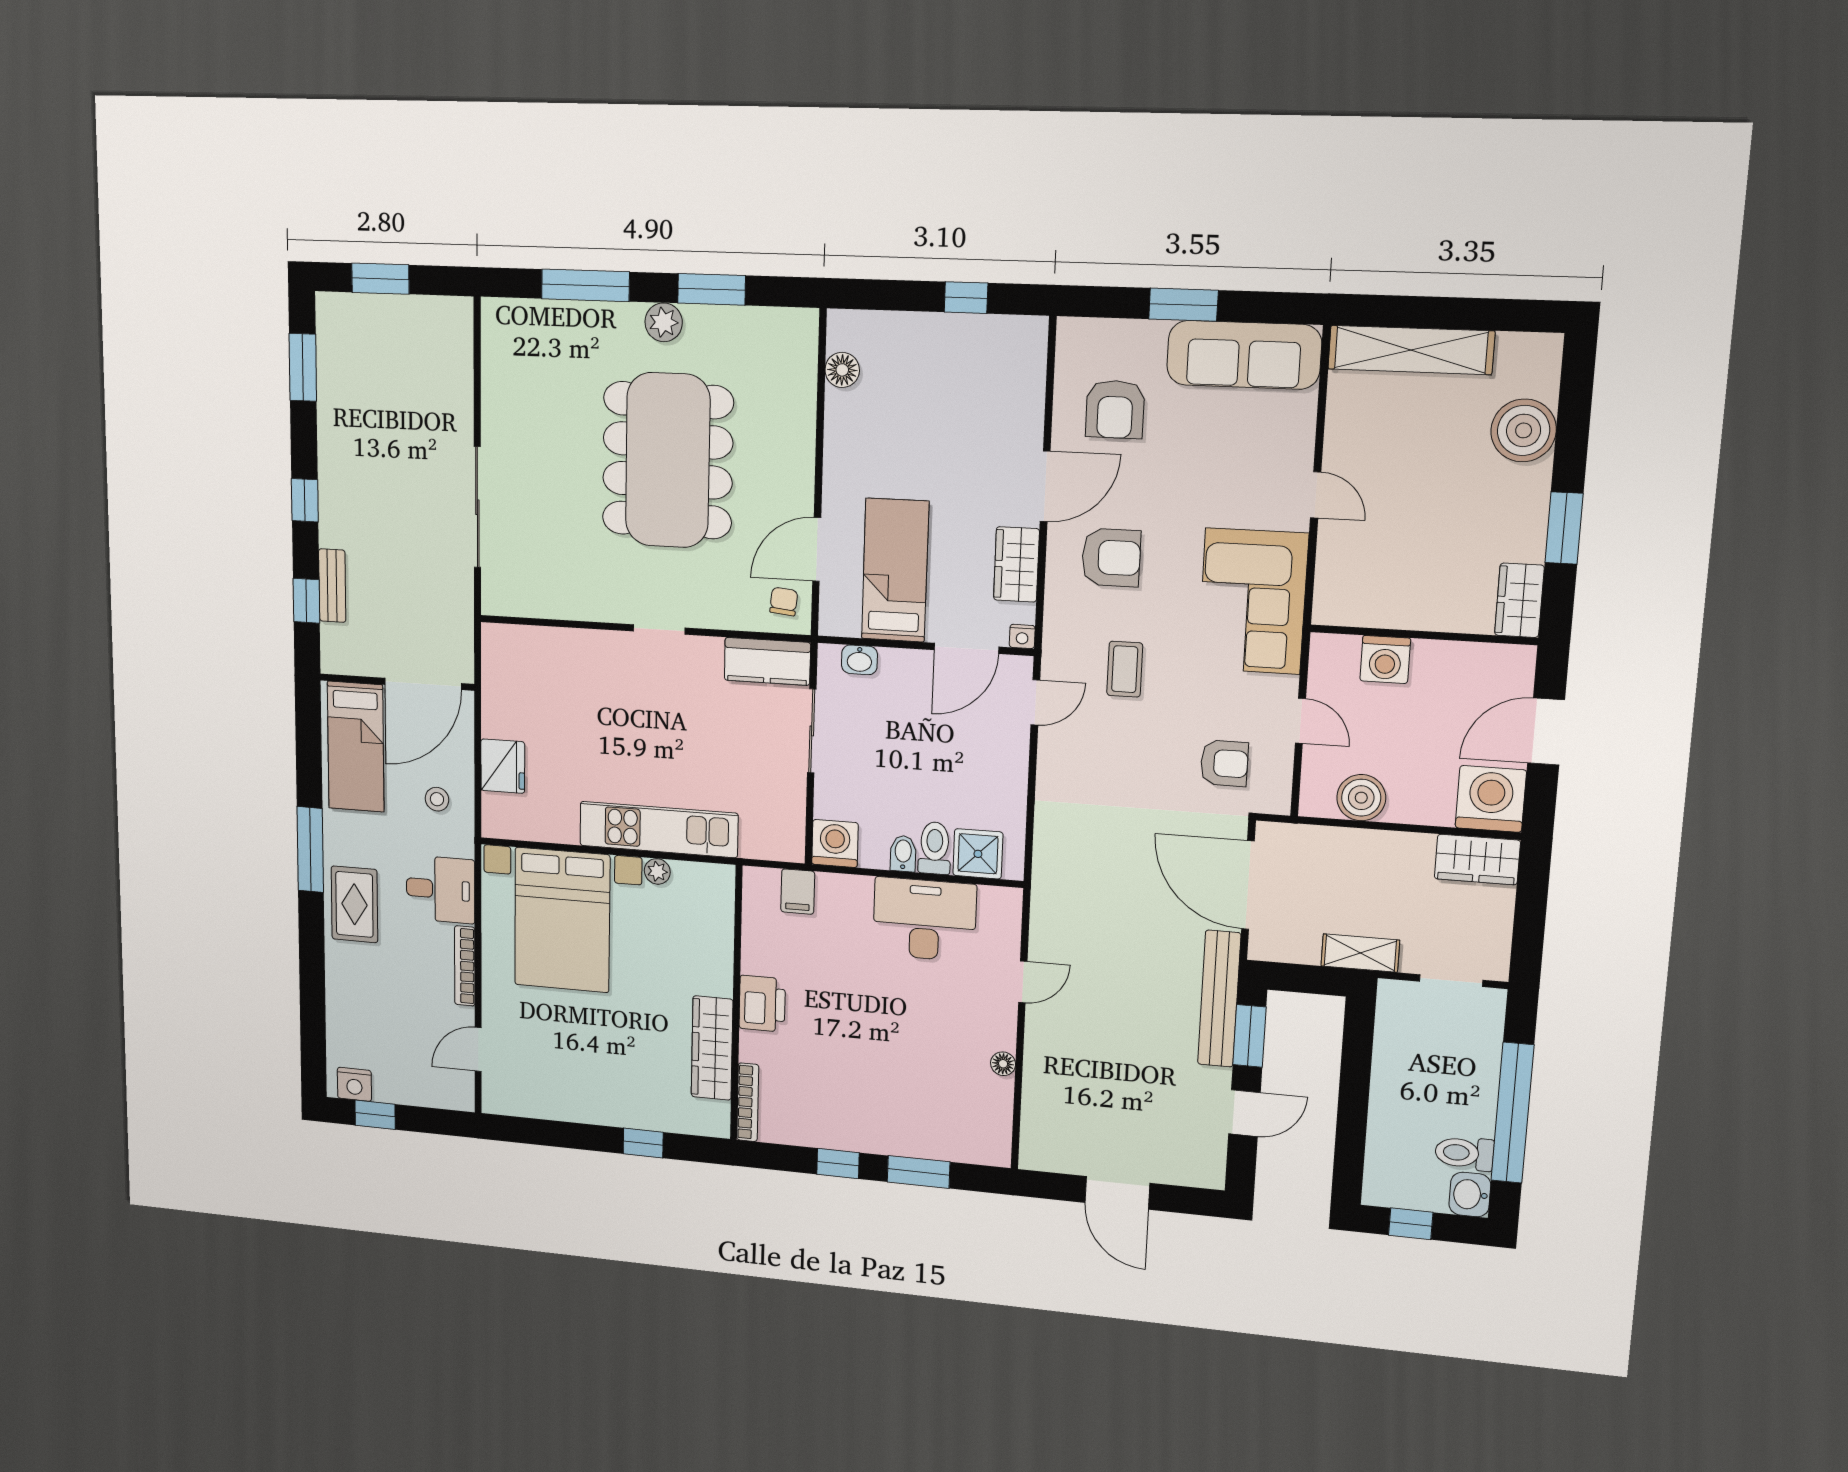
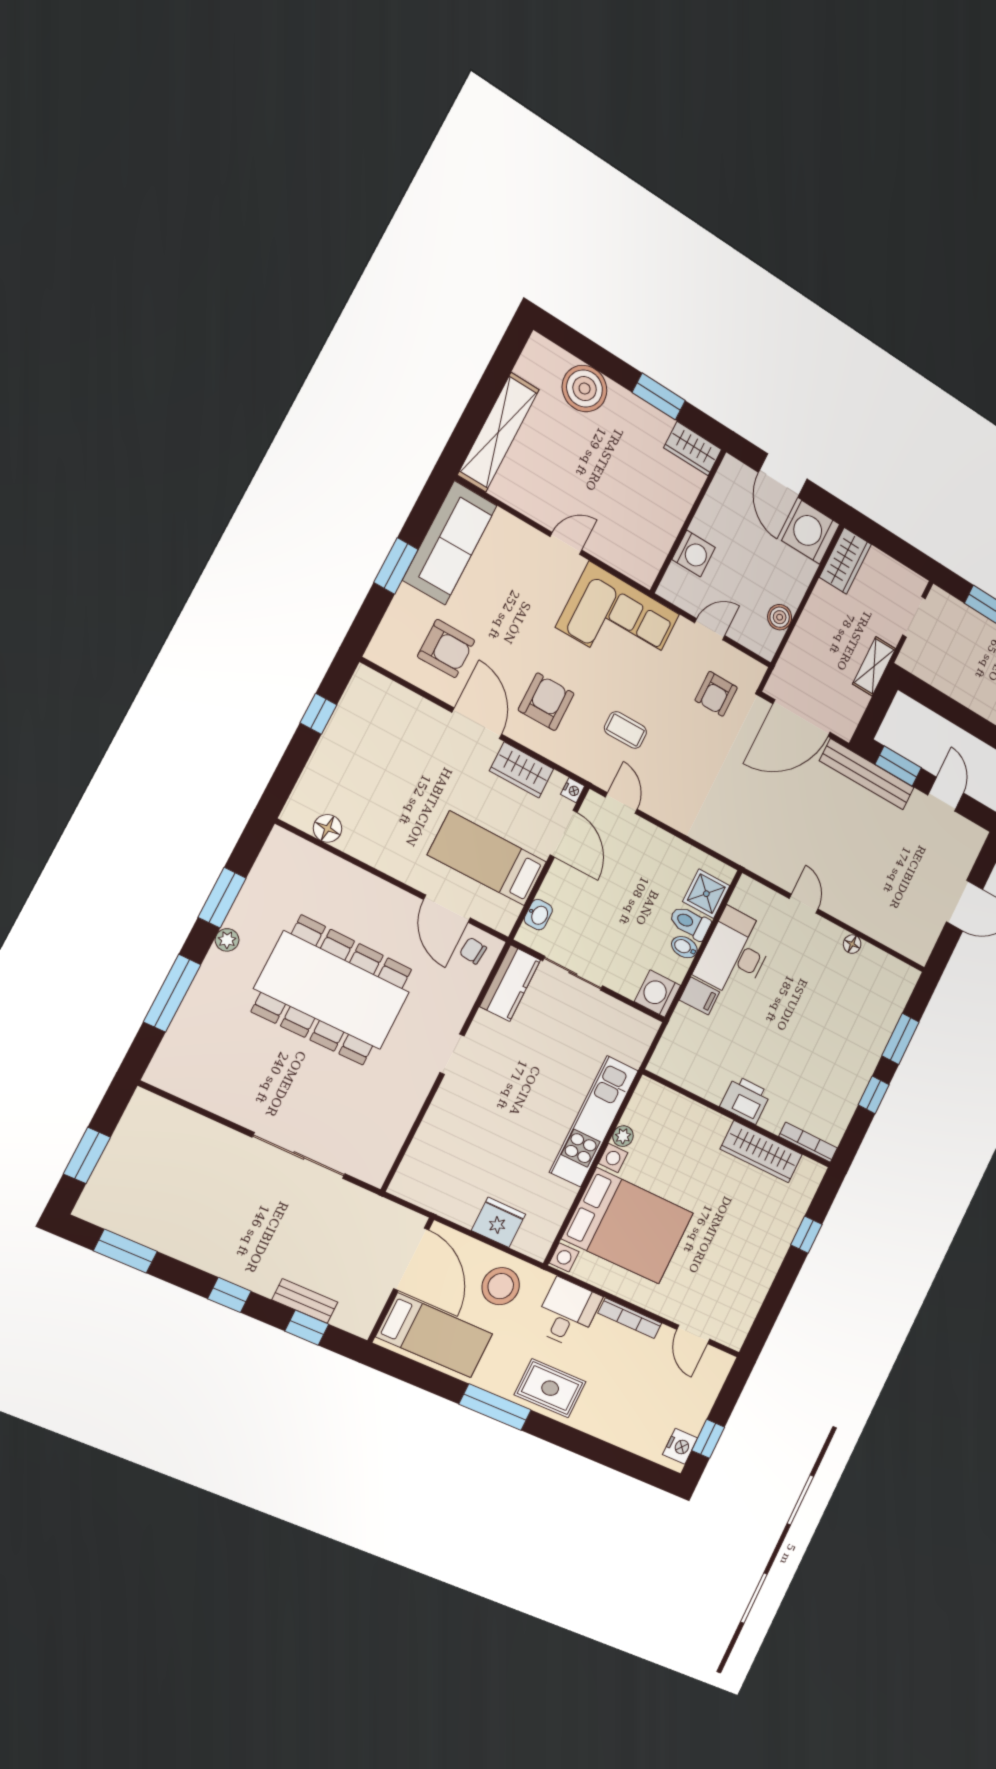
plant: (664, 322) -> (227, 940), width x0.73, depth x0.73
armchair: (1224, 763) -> (716, 694), turned 180
boiler: (1361, 798) -> (780, 617), width x0.73, depth x0.73
stool: (437, 799) -> (501, 1286), width x1.89, depth x1.89
filing cabinet: (798, 892) -> (700, 996), moved

